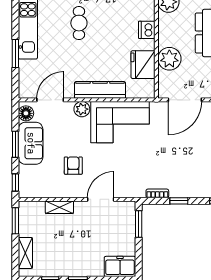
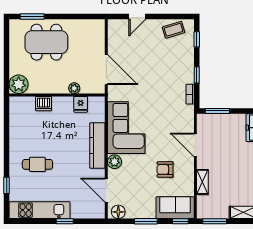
window: (15, 53) -> (65, 221), width x0.67
plant: (169, 59) -> (74, 88), width x0.53, depth x0.53
fridge: (143, 65) -> (81, 104), width x0.53, depth x0.75
sofa: (31, 143) -> (175, 208), moved

